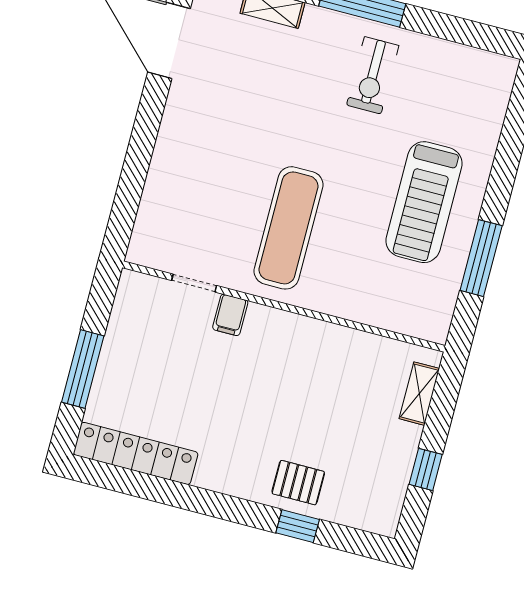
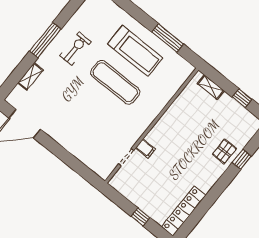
exercise bike: (373, 75) -> (75, 49), turned -90
exercise mat: (289, 228) -> (115, 82), moved
window: (83, 369) -> (141, 217), width x0.46

